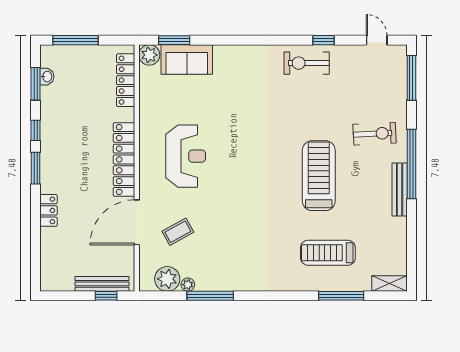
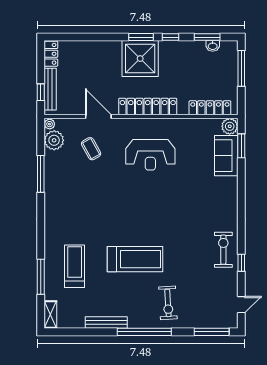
shower: (63, 169) -> (140, 59), added
bench: (400, 189) -> (106, 323), moved
locker: (49, 210) -> (51, 54), moved, turned -90
door: (137, 222) -> (98, 116), width x0.73
plant: (188, 285) -> (50, 124), moved

